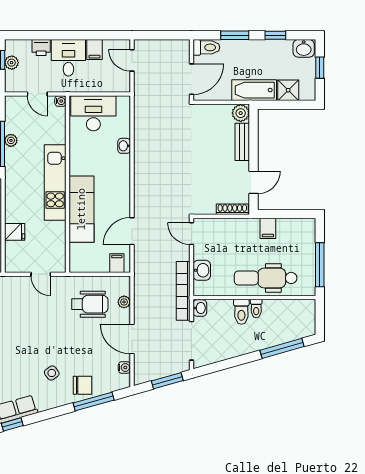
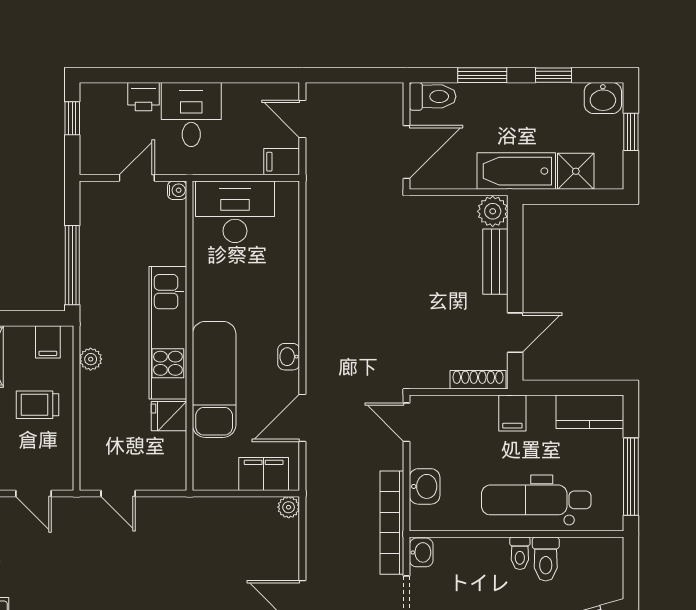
filing cabinet: (94, 50) -> (282, 162), moved, turned 90
plant: (12, 63) -> (92, 123), removed
door: (37, 94) -> (137, 178), swing flipped
plant: (11, 140) -> (91, 359), moved
washbasin: (124, 146) -> (289, 357), moved
filing cabinet: (268, 228) -> (512, 413), moved
kitchen counter: (296, 228) -> (590, 412), added
fridge: (15, 232) -> (169, 416), moved, turned 180
filing cabinet: (117, 263) -> (264, 474), width x2.00
door: (41, 274) -> (118, 493), moved
plant: (124, 302) -> (289, 507), moved
wheelchair: (90, 304) -> (229, 546), removed
toilet: (241, 312) -> (546, 559), moved

